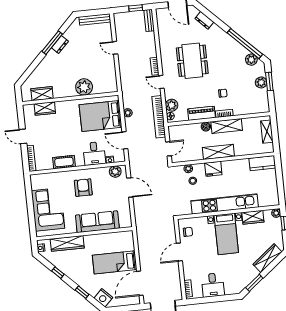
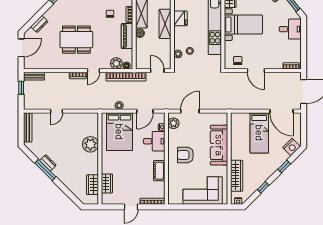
fridge: (213, 169) -> (181, 18), moved
desk: (213, 285) -> (290, 29), moved

